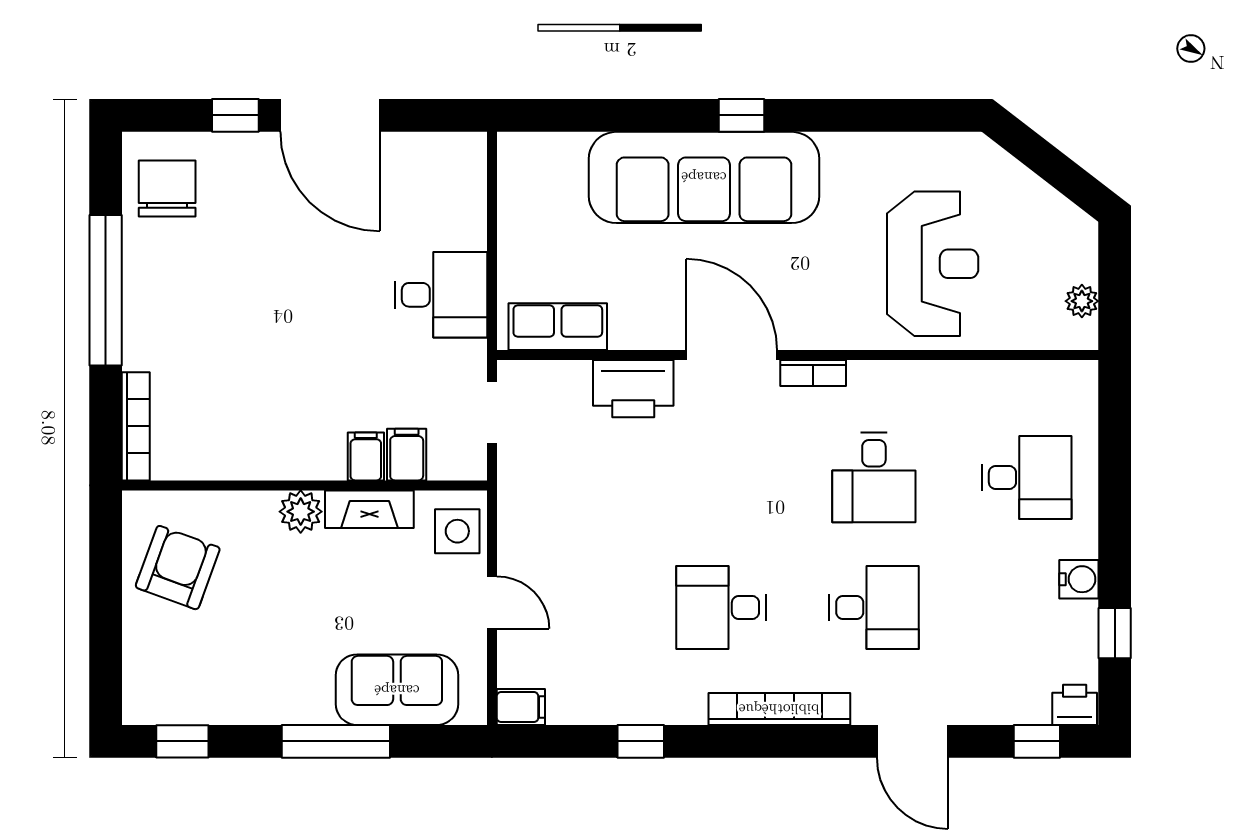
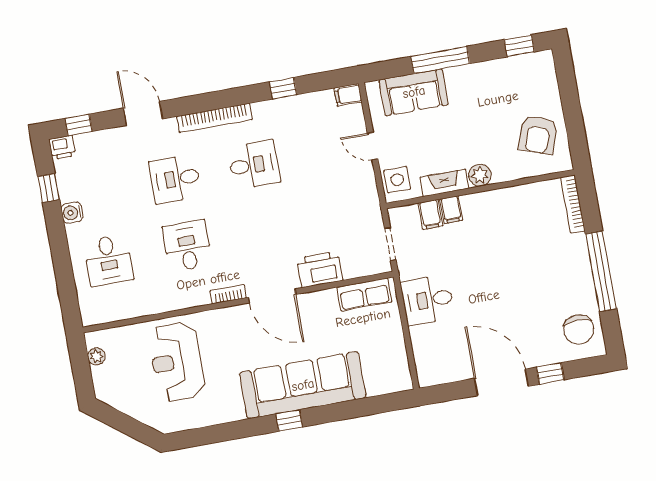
desk: (1027, 478) -> (108, 260), turned -90

